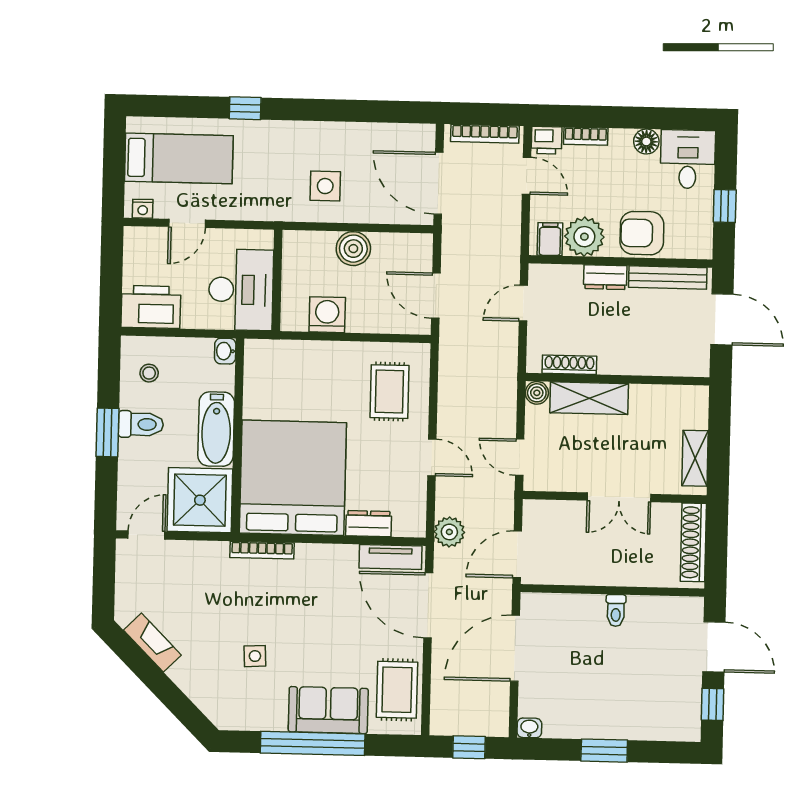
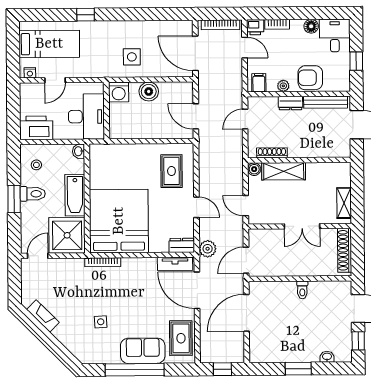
plant: (584, 237) -> (283, 86), width x0.53, depth x0.53
washing machine: (327, 315) -> (119, 92), moved, turned 180
dresser: (369, 524) -> (182, 245), moved
washbasin: (529, 728) -> (327, 357), moved

